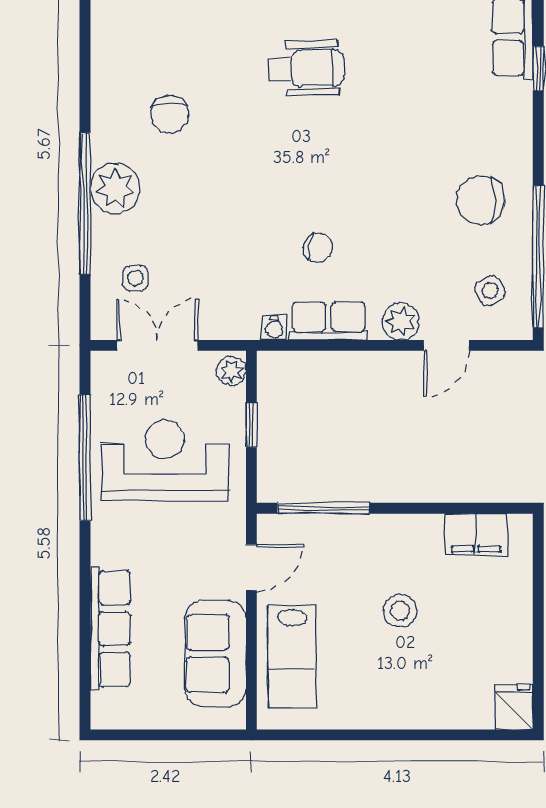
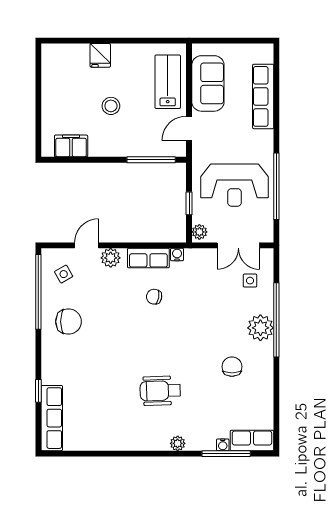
fridge: (514, 707) -> (100, 55), moved

